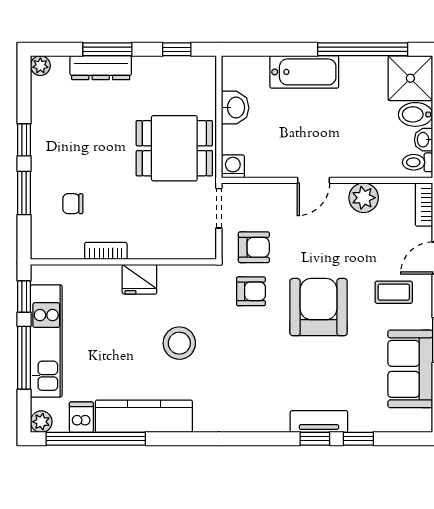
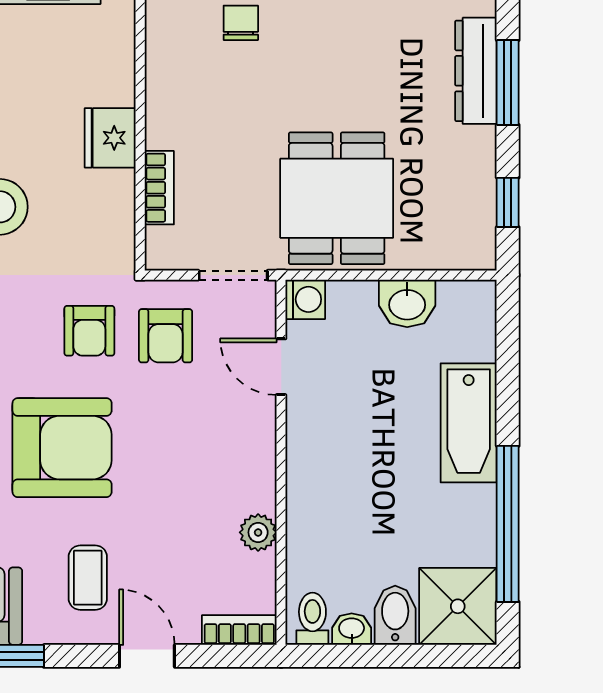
door: (313, 180) -> (281, 367), moved
plant: (364, 198) -> (258, 532), width x0.73, depth x0.73
bookcase: (106, 251) -> (159, 188), moved

